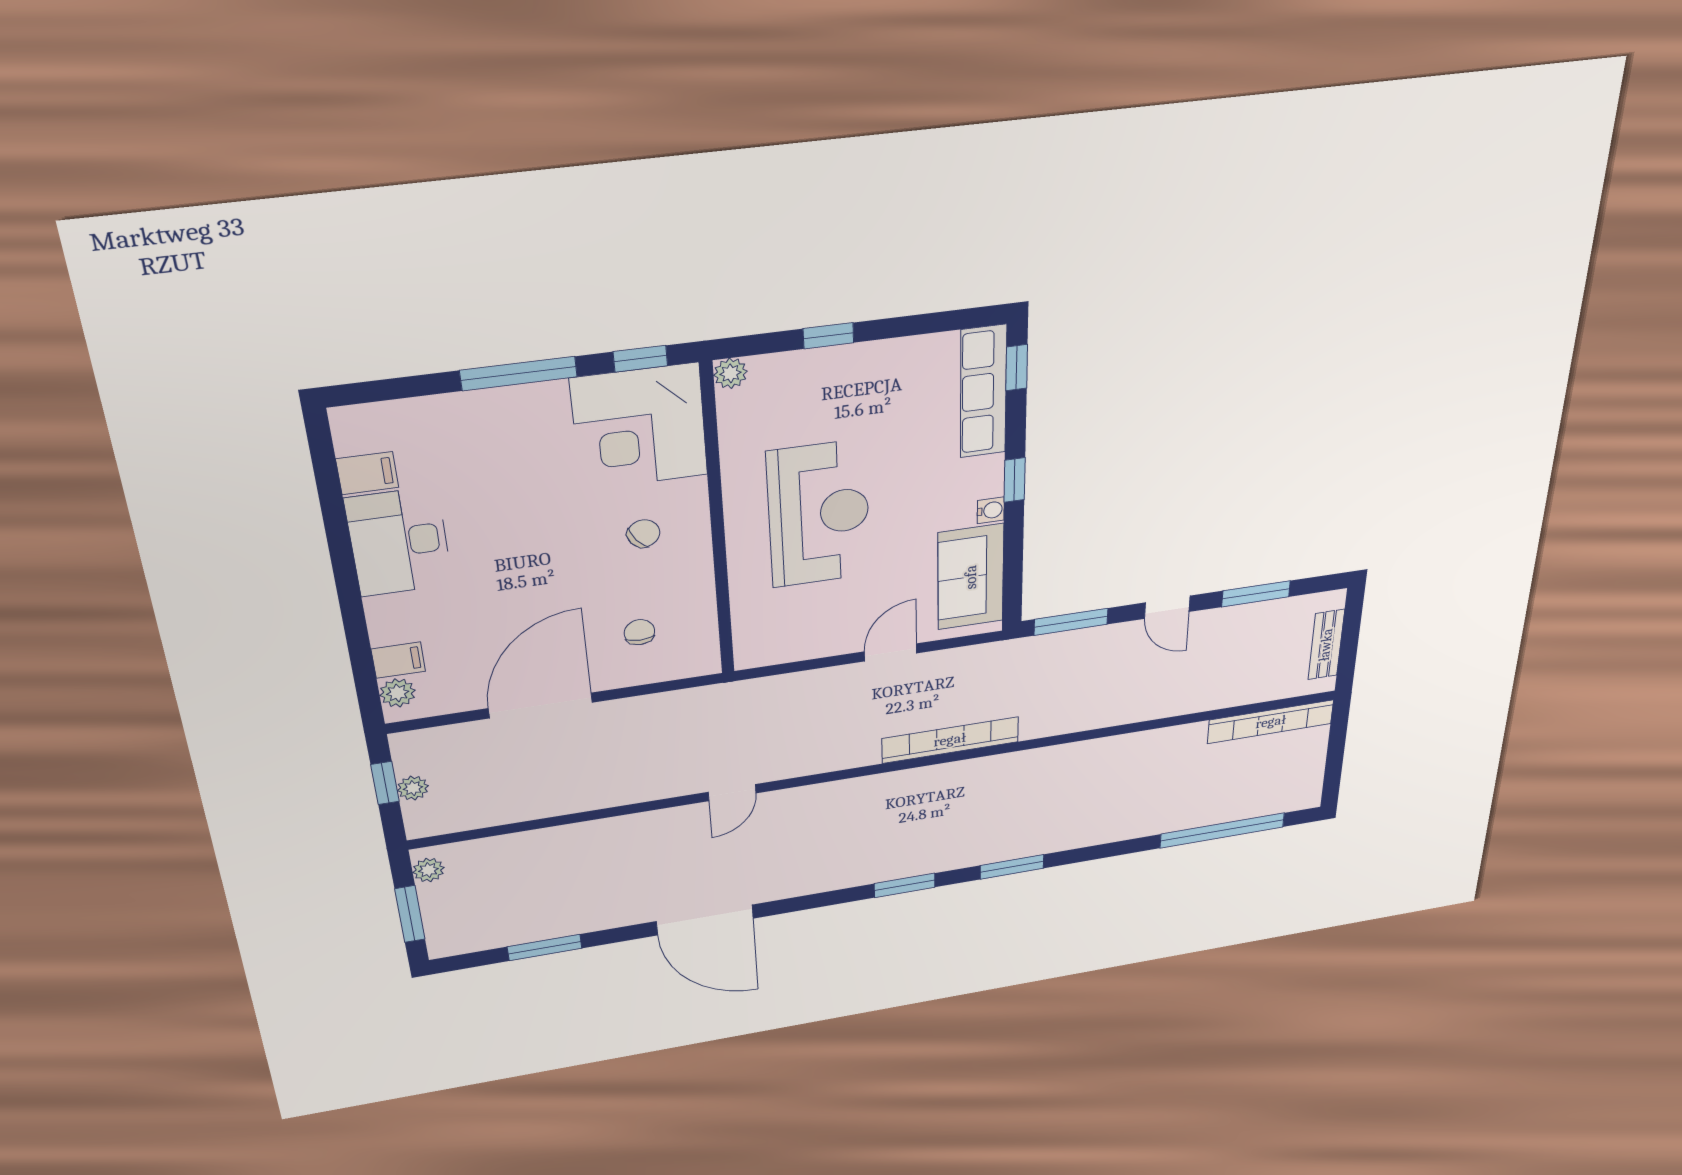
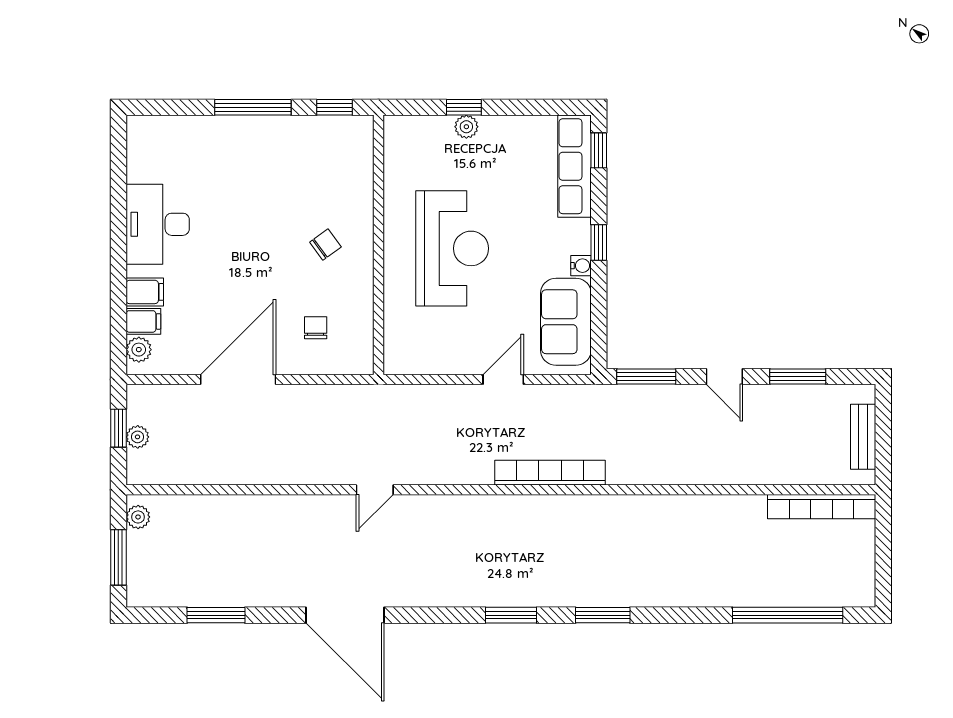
plant: (730, 373) -> (466, 127), moved
corner desk: (640, 427) -> (330, 159), removed
filing cabinet: (367, 473) -> (145, 292), moved

